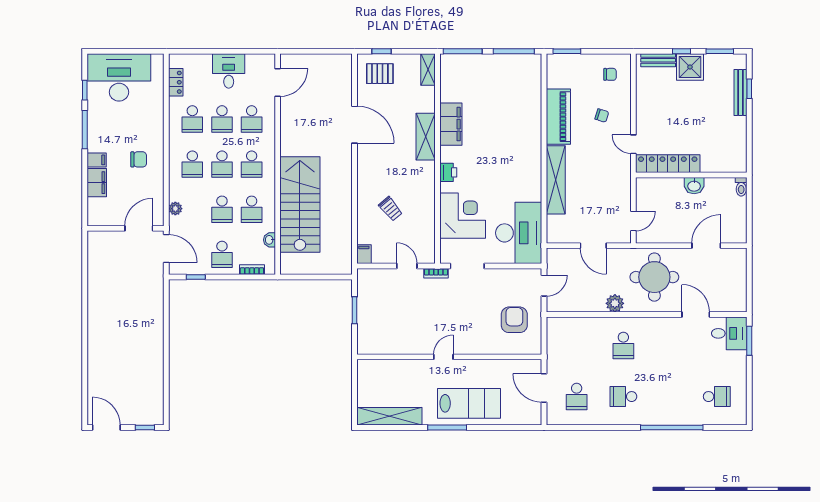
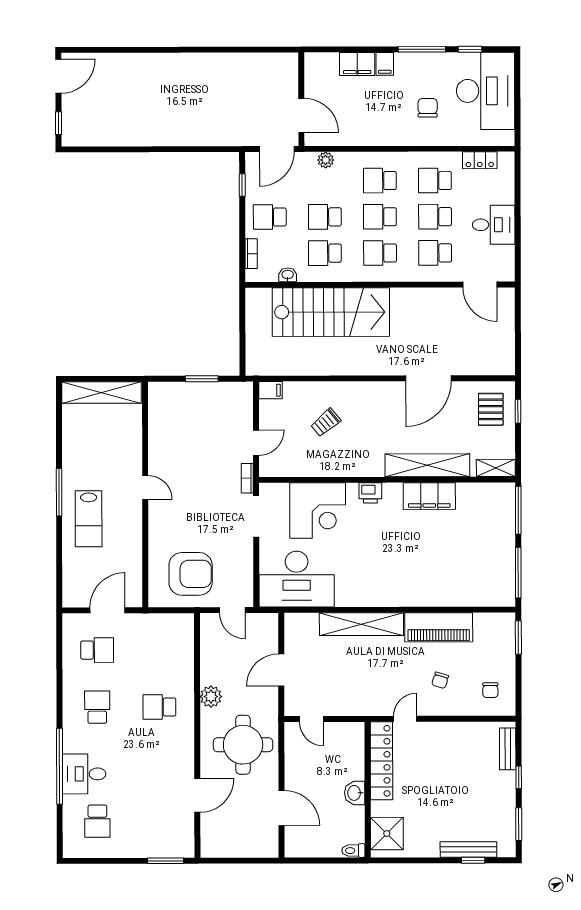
shower: (690, 67) -> (387, 834), moved
shelving: (426, 137) -> (427, 465), width x1.47
chair: (139, 159) -> (428, 108), moved, turned 180
armchair: (514, 320) -> (191, 574), width x1.36, depth x1.36
desk: (729, 333) -> (84, 774), moved, turned 90
school desk: (577, 397) -> (97, 650), turned 180
lab bench: (469, 403) -> (89, 519), width x0.73, depth x0.72
shelving: (389, 416) -> (101, 393), moved, turned 90

